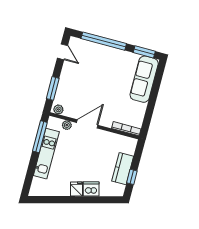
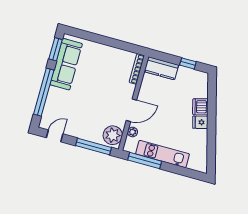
sofa: (144, 79) -> (66, 64), moved, turned -90
window: (53, 88) -> (94, 146), width x1.44
plant: (58, 109) -> (113, 135), width x1.88, depth x1.88
door: (87, 124) -> (131, 110), swing flipped
kitchen counter: (123, 169) -> (161, 68), moved

